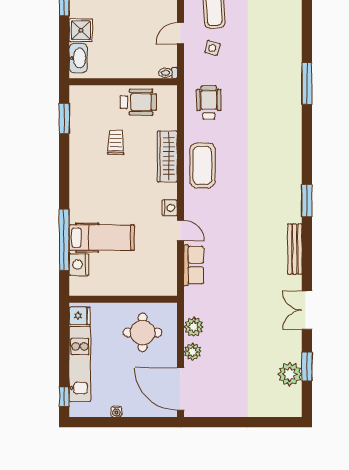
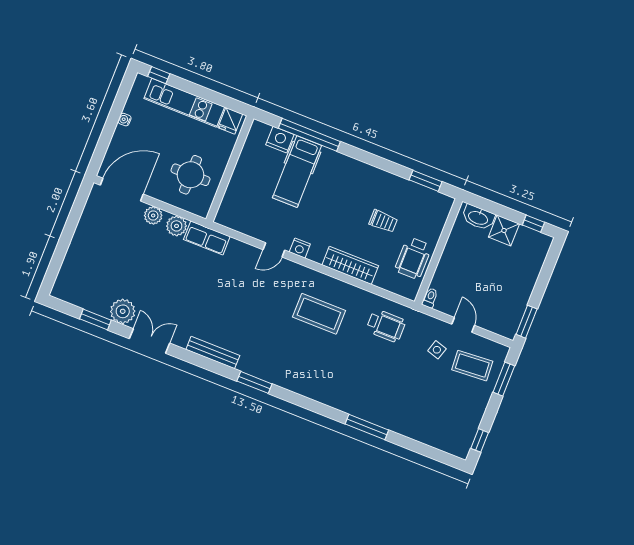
coffee table: (202, 165) -> (319, 314), moved
row of seats: (194, 265) -> (207, 238), moved
plant: (290, 374) -> (123, 311), moved

